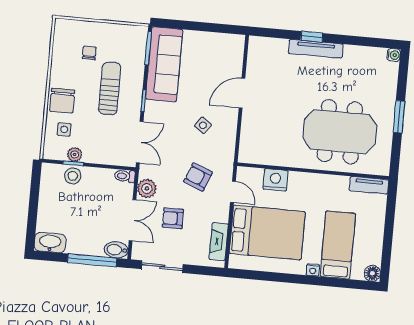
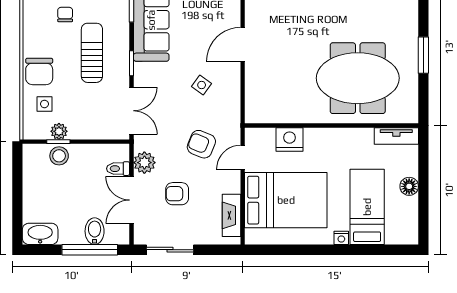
toilet: (125, 176) -> (118, 169), moved
door: (233, 192) -> (243, 157), swing flipped
double door: (133, 220) -> (132, 200), swing flipped
bidet: (116, 250) -> (95, 231), moved, turned 90
floor lamp: (372, 273) -> (409, 186), moved

